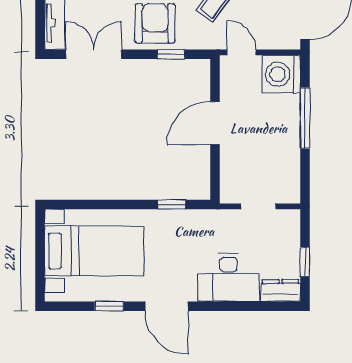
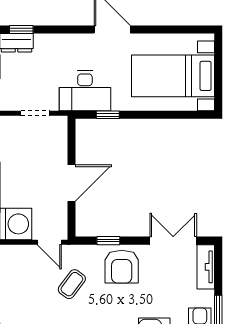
double door: (94, 54) -> (173, 241), swing flipped
desk: (228, 278) -> (85, 91), moved, turned 180
window: (109, 306) -> (21, 30), moved

